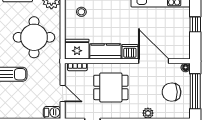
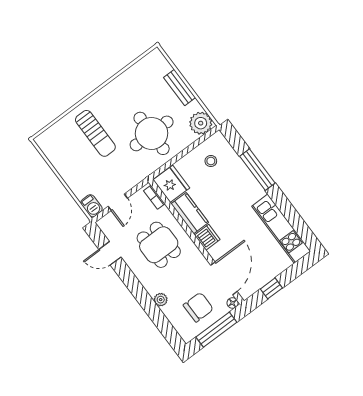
window: (195, 24) -> (271, 288), moved
door: (154, 61) -> (224, 278), moved
chair: (171, 92) -> (198, 307), turned 91

